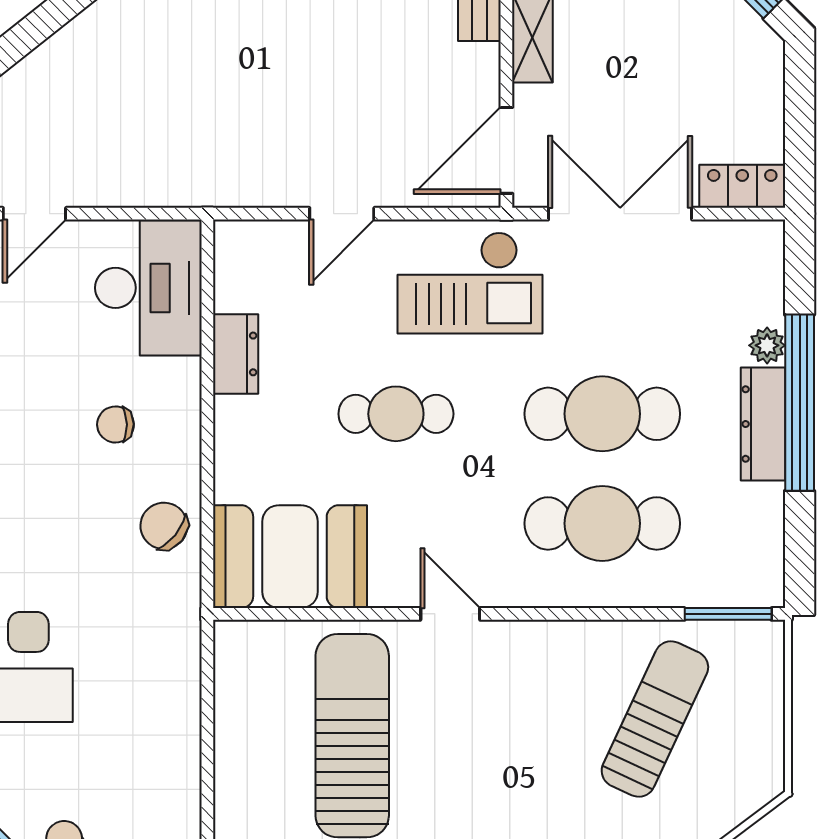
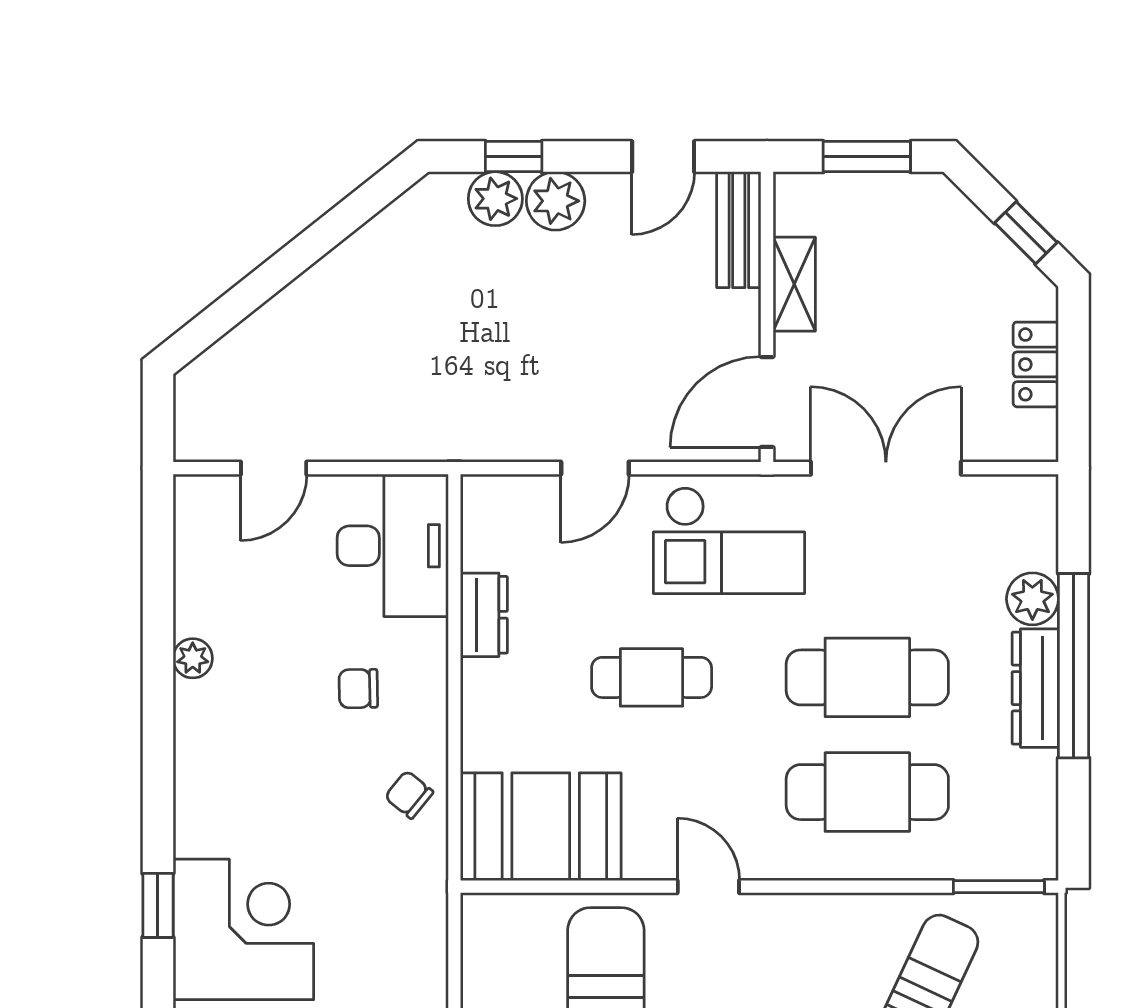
locker: (742, 186) -> (1036, 364), moved, turned -90
plant: (767, 345) -> (1032, 599), width x1.38, depth x1.38
chair: (164, 526) -> (409, 795), width x0.73, depth x0.73

